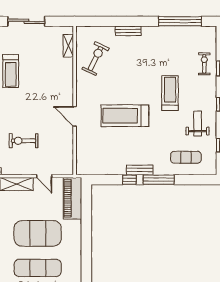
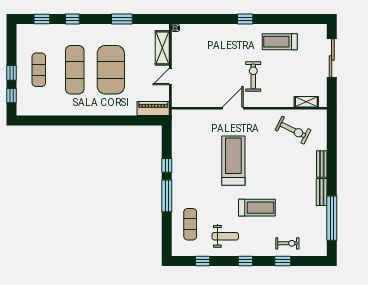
exercise bike: (24, 141) -> (253, 76), moved
bench: (140, 170) -> (322, 192), moved
piano: (73, 198) -> (153, 108), width x0.73, depth x0.75

